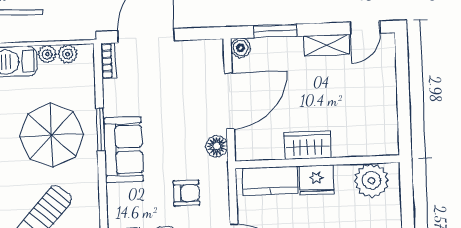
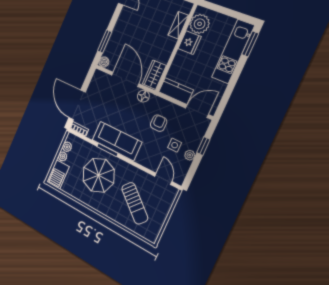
shelving: (327, 45) -> (178, 25), moved
wardrobe: (308, 145) -> (154, 75), moved
sofa: (123, 150) -> (117, 141), width x1.36
fridge: (317, 180) -> (190, 43), moved
kitchen counter: (270, 181) -> (176, 91), moved, turned -90

